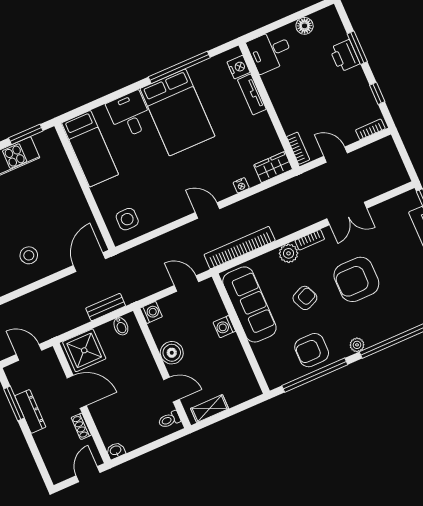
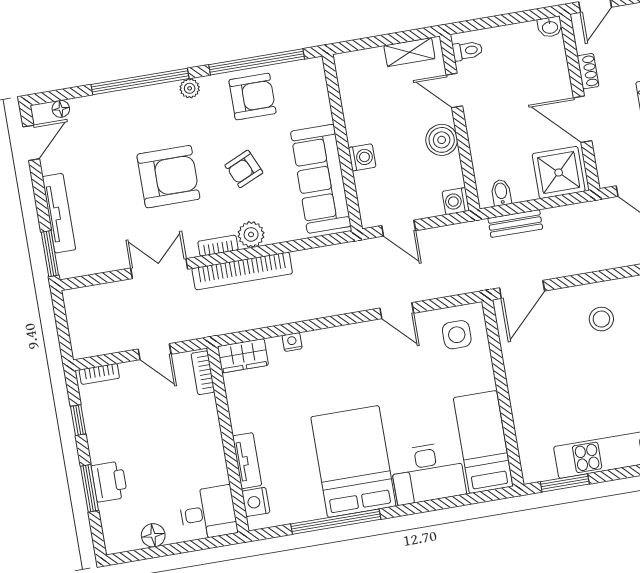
desk: (130, 115) -> (428, 473), width x1.37
door: (207, 211) -> (397, 311), moved
bookcase: (240, 248) -> (242, 271), moved

